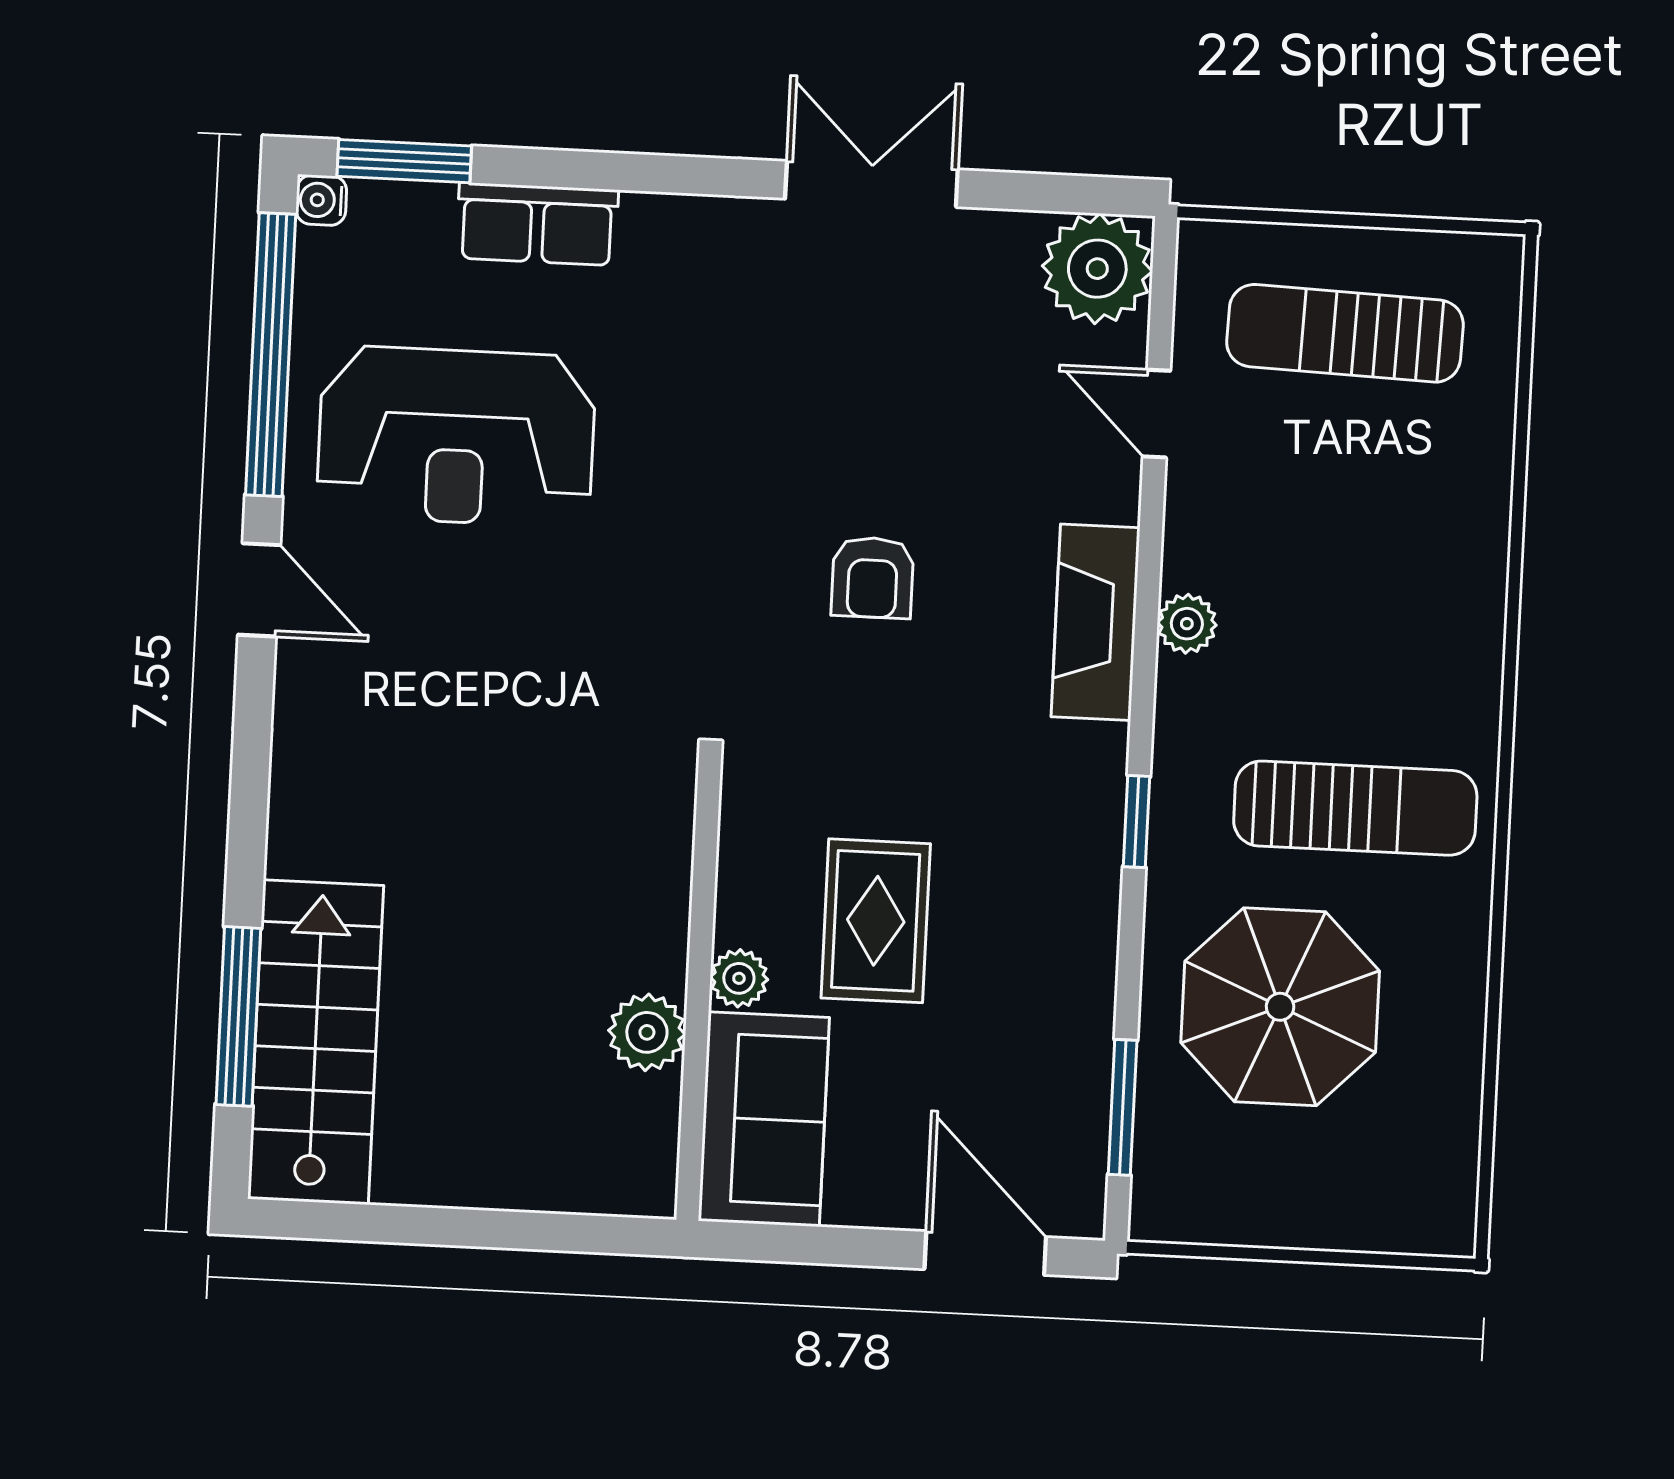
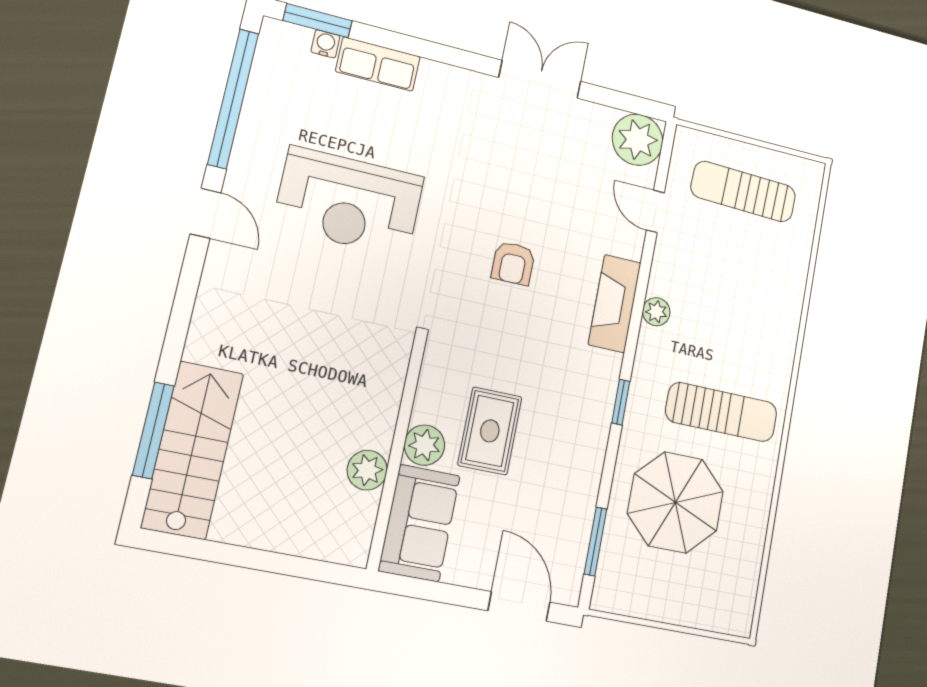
water cooler: (321, 200) -> (325, 44), moved, turned 90
reception desk: (456, 436) -> (349, 202), moved
plant: (739, 978) -> (424, 445), width x1.38, depth x1.38

